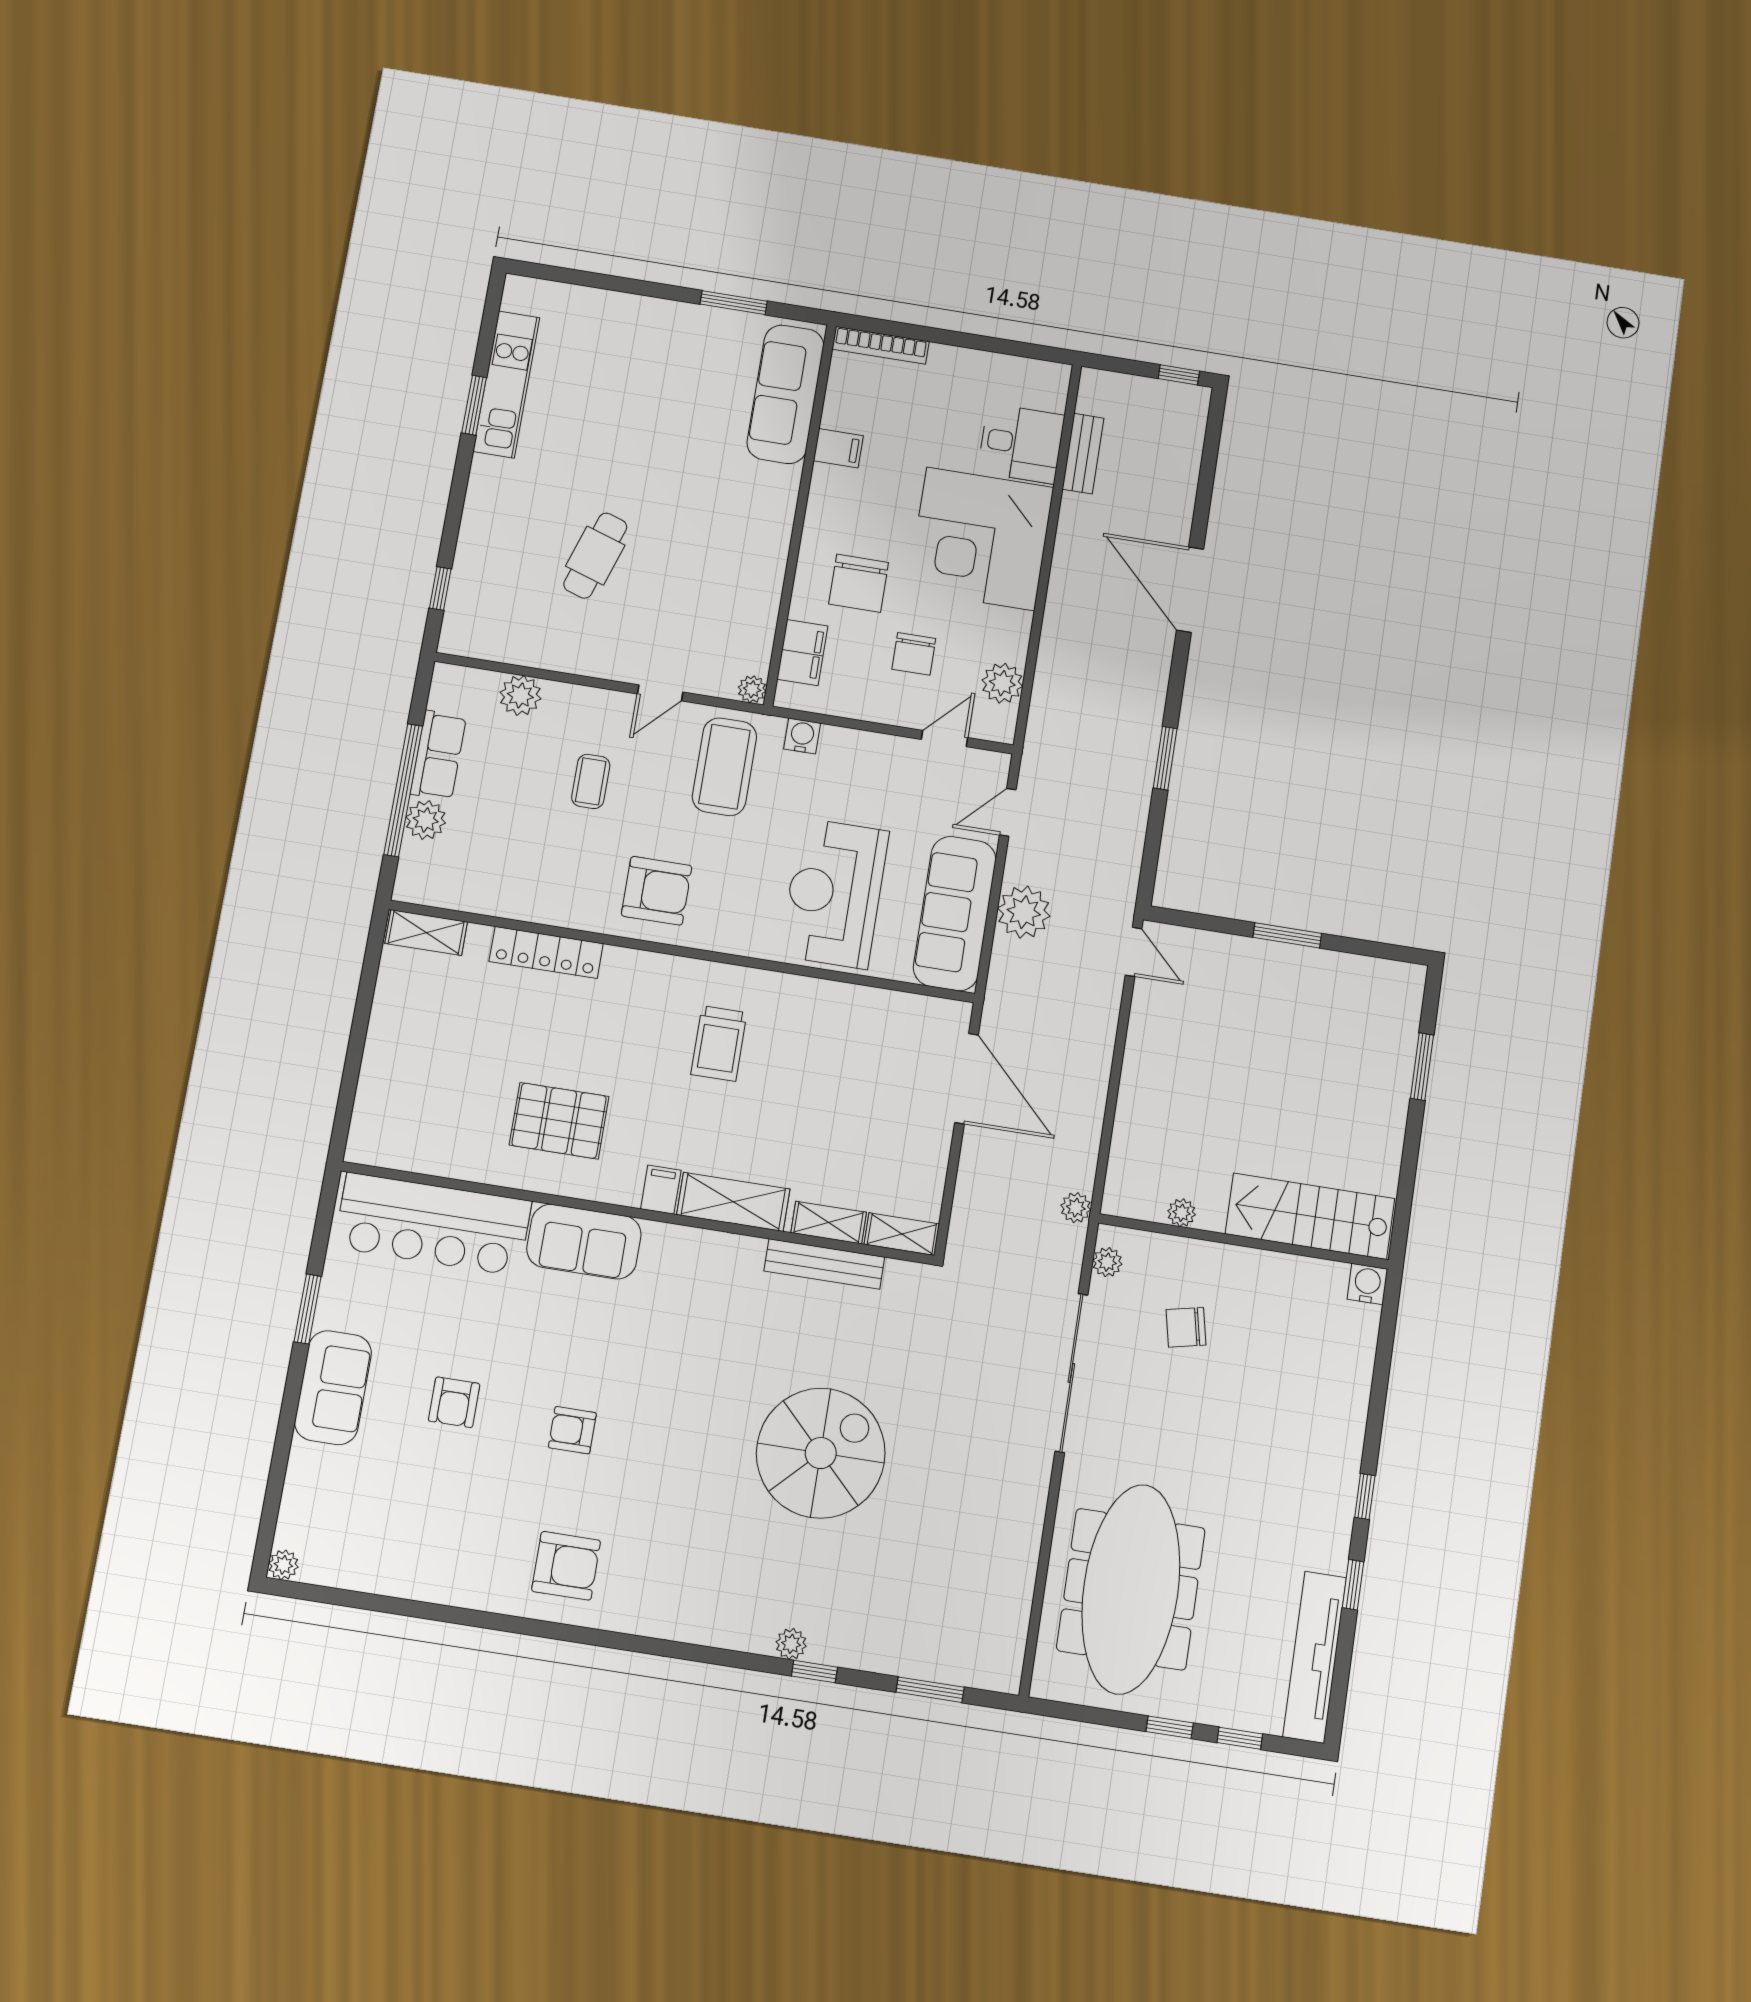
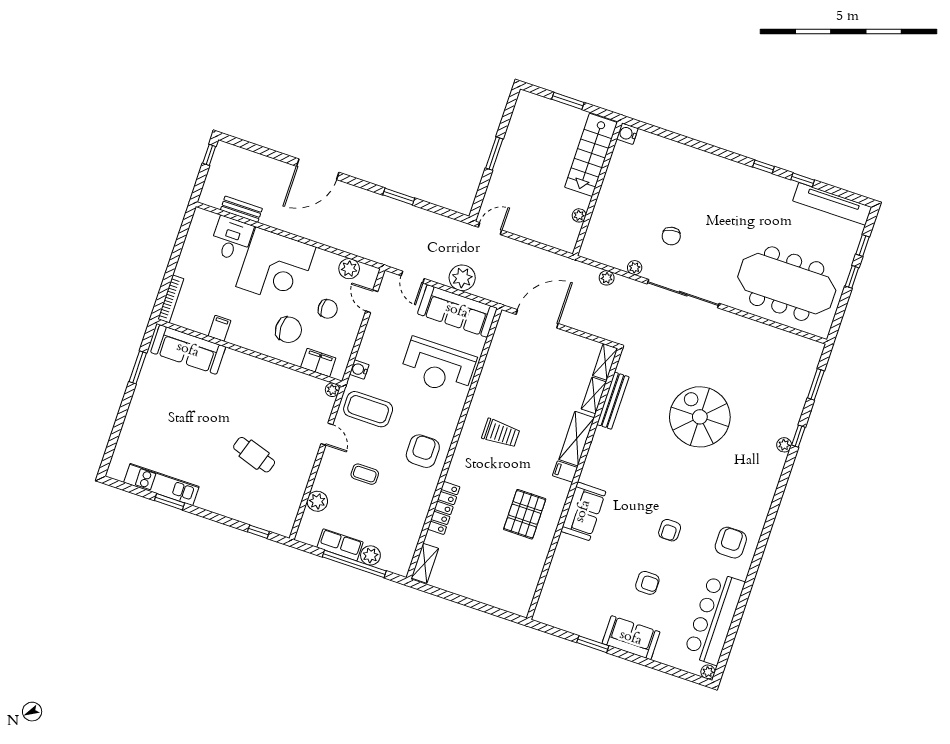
plant: (1182, 1213) -> (579, 215), moved
stairs: (1310, 1216) -> (591, 155), moved
bar counter: (433, 1224) -> (714, 618), moved, turned 180
wall: (1244, 1241) -> (597, 189), moved
water cooler: (1367, 1284) -> (627, 134), moved

